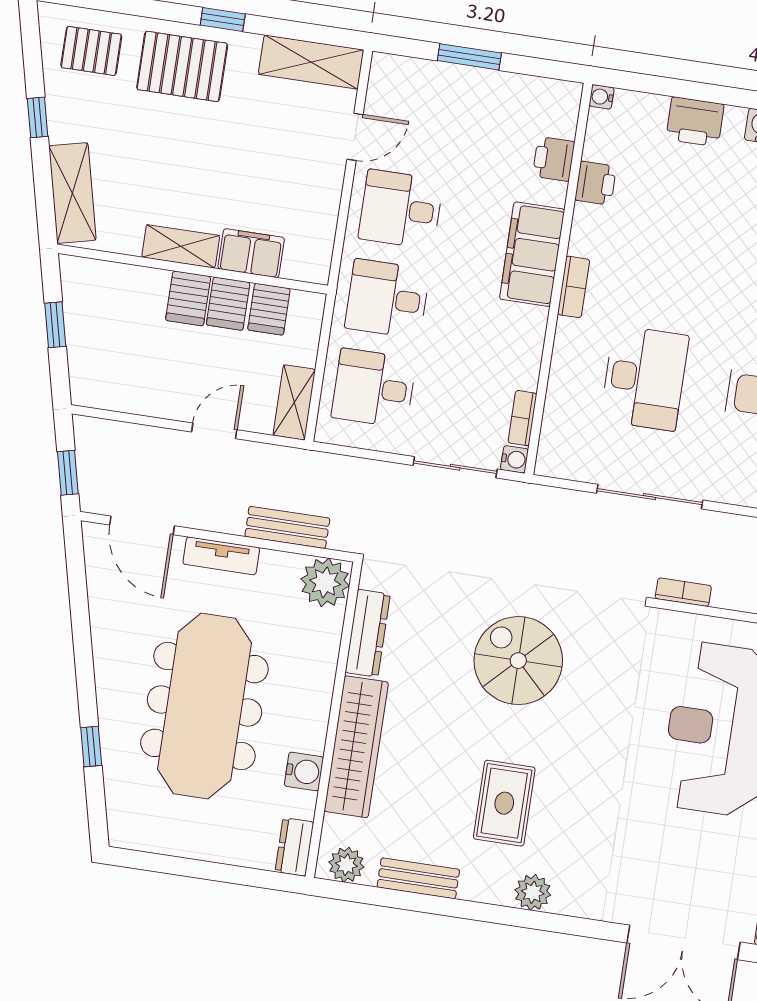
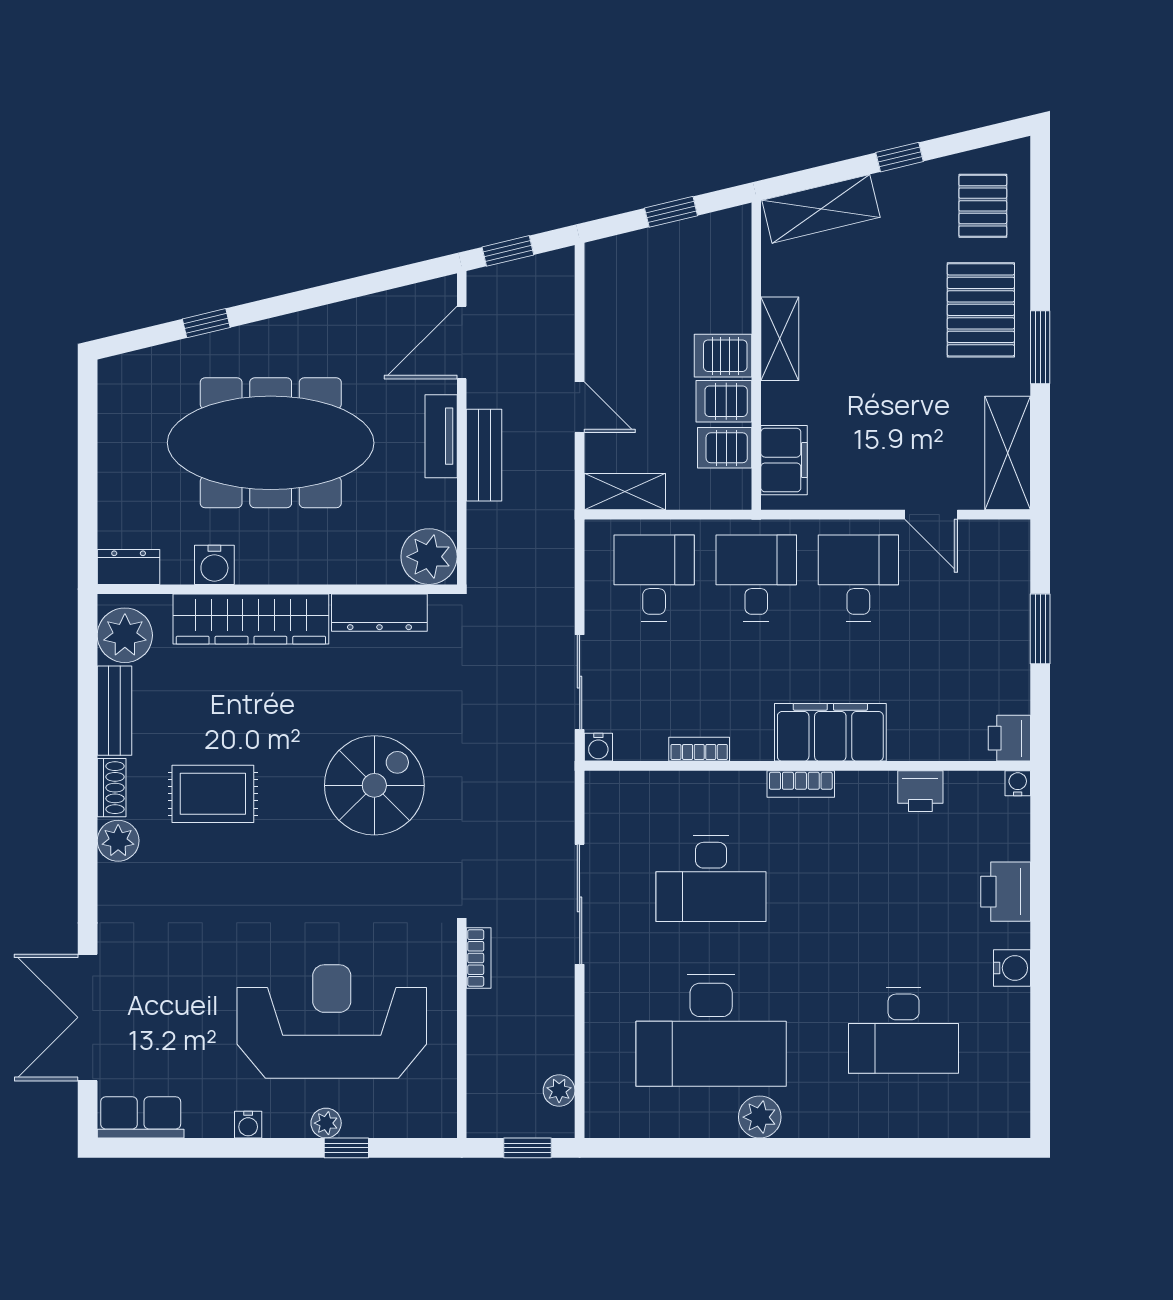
window: (223, 19) -> (1040, 347), width x1.50
printer: (554, 159) -> (1009, 738), moved, turned -90
filing cabinet: (251, 253) -> (784, 460), moved
bookcase: (522, 418) -> (699, 749), moved
bench: (287, 527) -> (484, 455), moved
plant: (346, 865) -> (125, 635), width x1.36, depth x1.36
shoe rack: (485, 891) -> (112, 788), added

